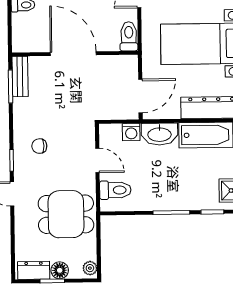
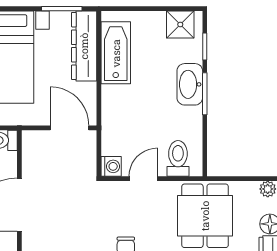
washing machine: (131, 132) -> (111, 166), moved
washbasin: (159, 134) -> (190, 84), moved, turned 180

